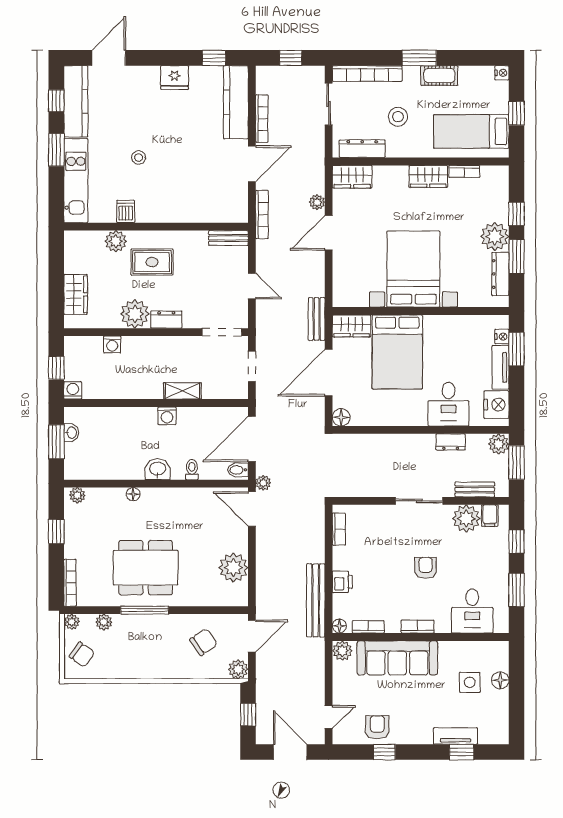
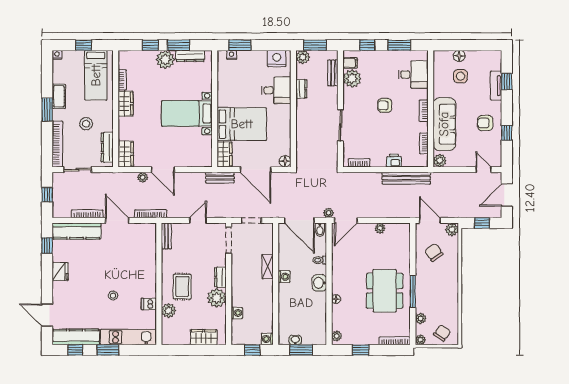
bed with nightstands: (413, 269) -> (187, 113), width x0.73
tv unit: (500, 367) -> (252, 56), removed
sliding door: (419, 501) -> (340, 125), moved
plant: (233, 568) -> (380, 228), width x0.53, depth x0.53
floor lamp: (339, 626) -> (423, 162), removed
armchair: (377, 727) -> (485, 123), moved

